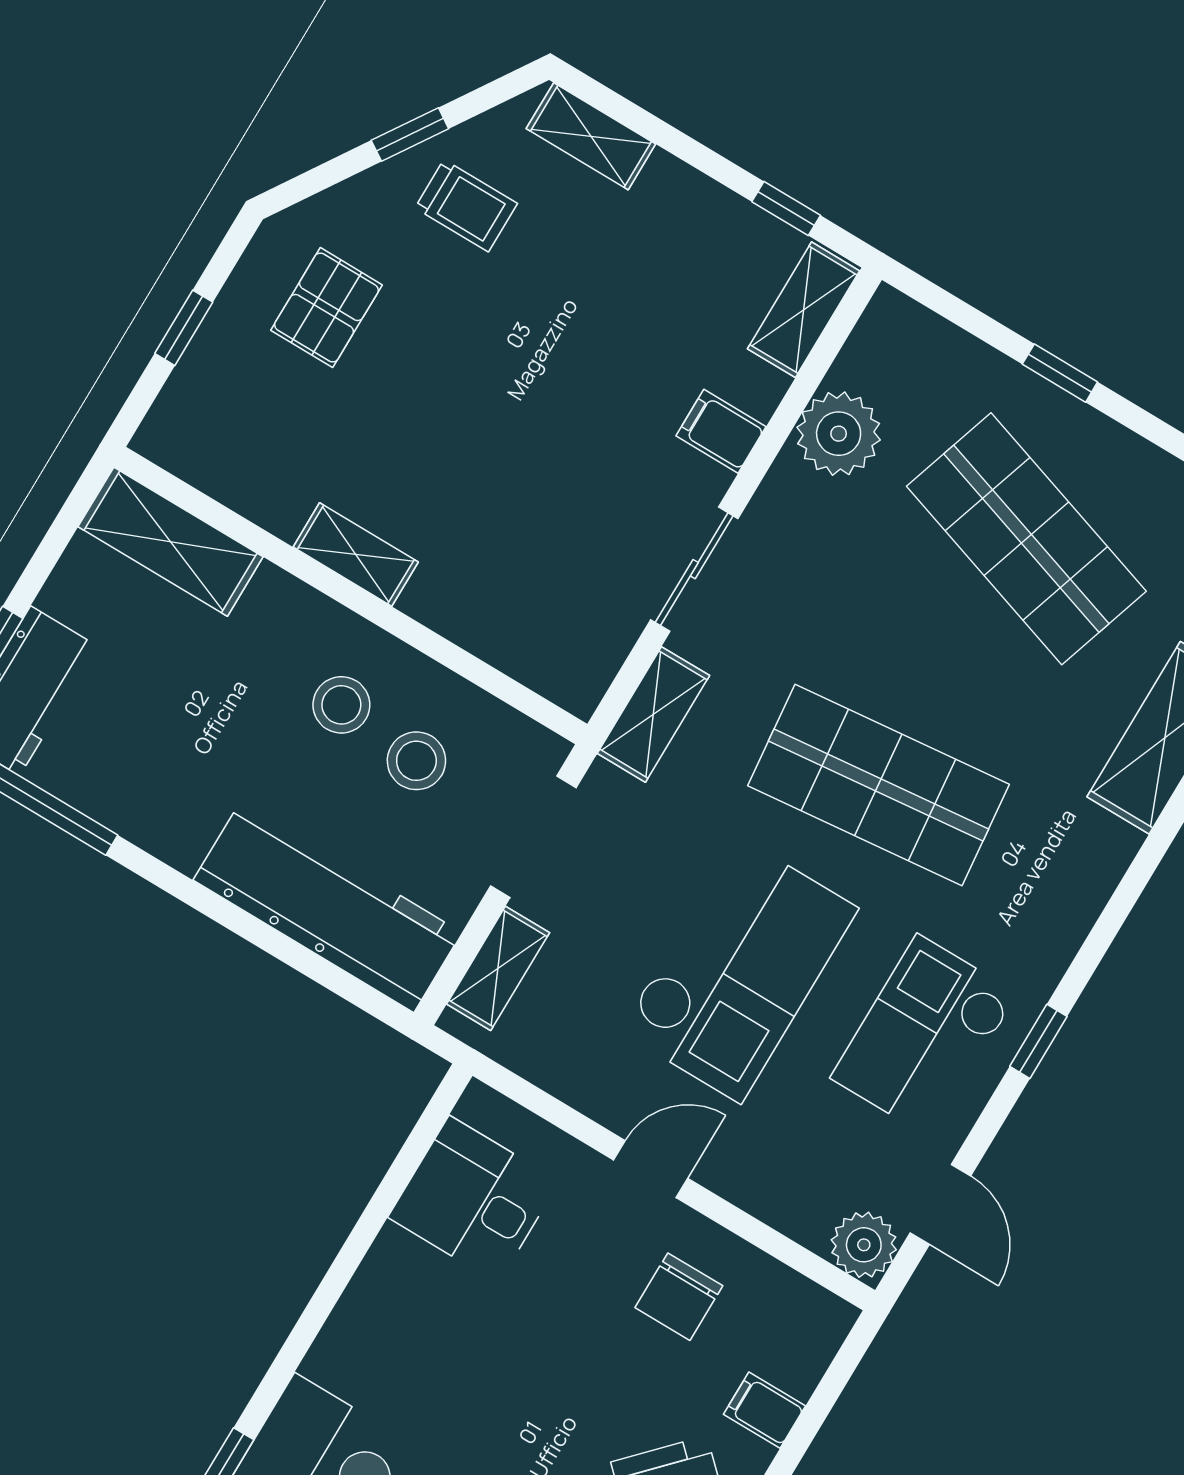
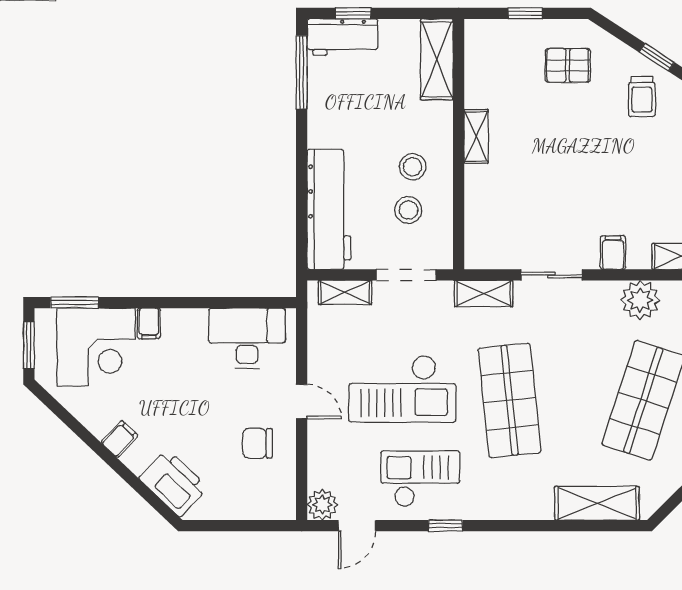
desk: (474, 1199) -> (247, 338), width x1.37
filing cabinet: (764, 1410) -> (149, 323), moved, turned 180

